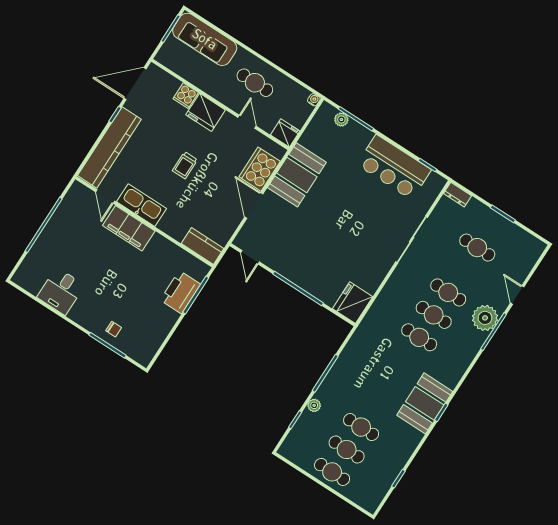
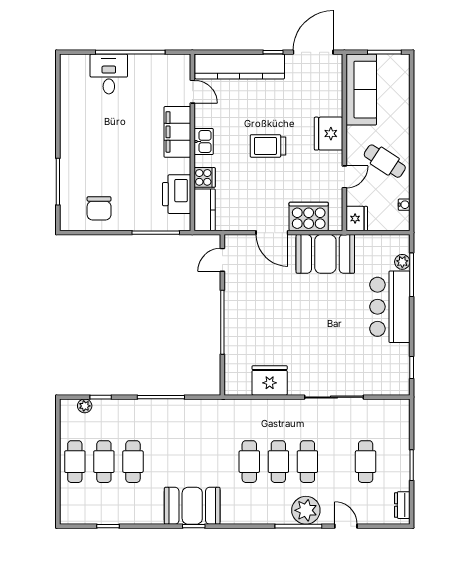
sofa: (205, 39) -> (361, 90), moved, turned 180
cafe table: (255, 83) -> (385, 161), turned -57
door: (135, 84) -> (313, 52), hinge flipped
cooker: (186, 96) -> (205, 177), moved, turned 180
water cooler: (314, 100) -> (404, 205), moved
trolley: (185, 165) -> (268, 146), width x1.36, depth x1.39
bar counter: (394, 167) -> (390, 307), moved
dresser: (457, 195) -> (402, 505), moved
door: (105, 197) -> (192, 92), swing flipped
kitchen sink: (142, 205) -> (204, 141), width x0.53, depth x0.81
door: (254, 205) -> (272, 233), swing flipped
desk: (61, 291) -> (109, 74), moved, turned 90
printer: (180, 292) -> (177, 194), moved, turned -90
door: (517, 295) -> (346, 526), hinge flipped
fridge: (353, 303) -> (270, 380), moved
chair: (114, 329) -> (99, 208), moved, width x1.87, depth x1.87
plant: (314, 405) -> (85, 406), moved

